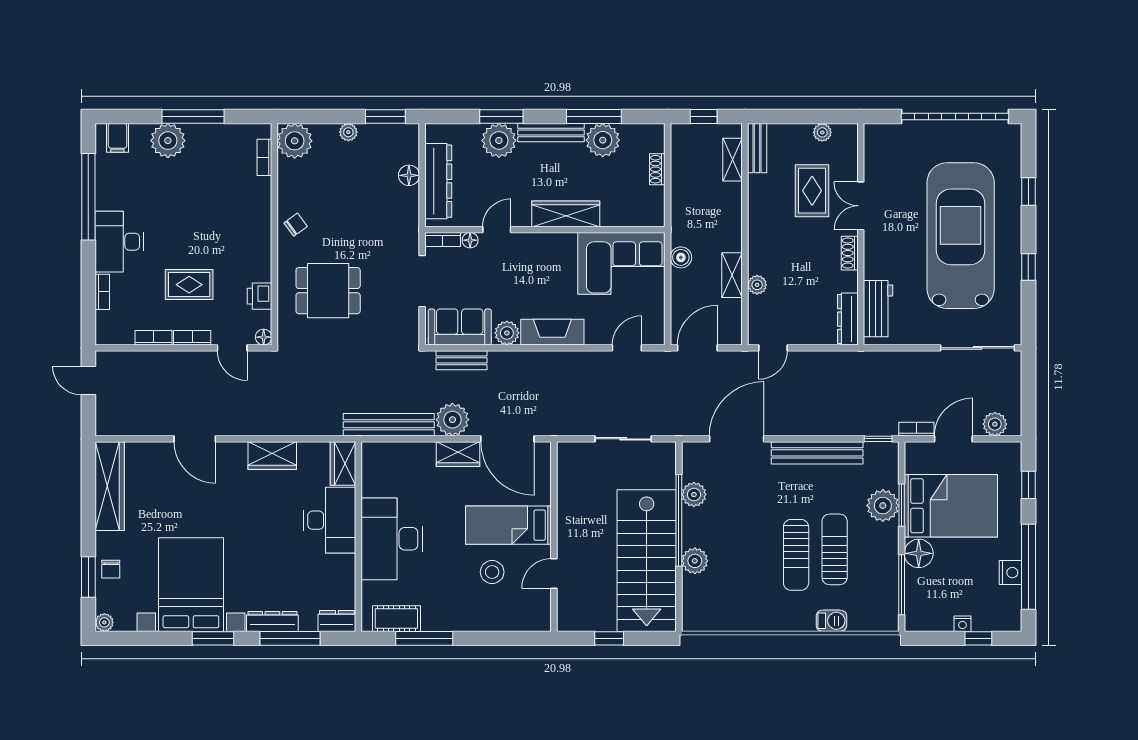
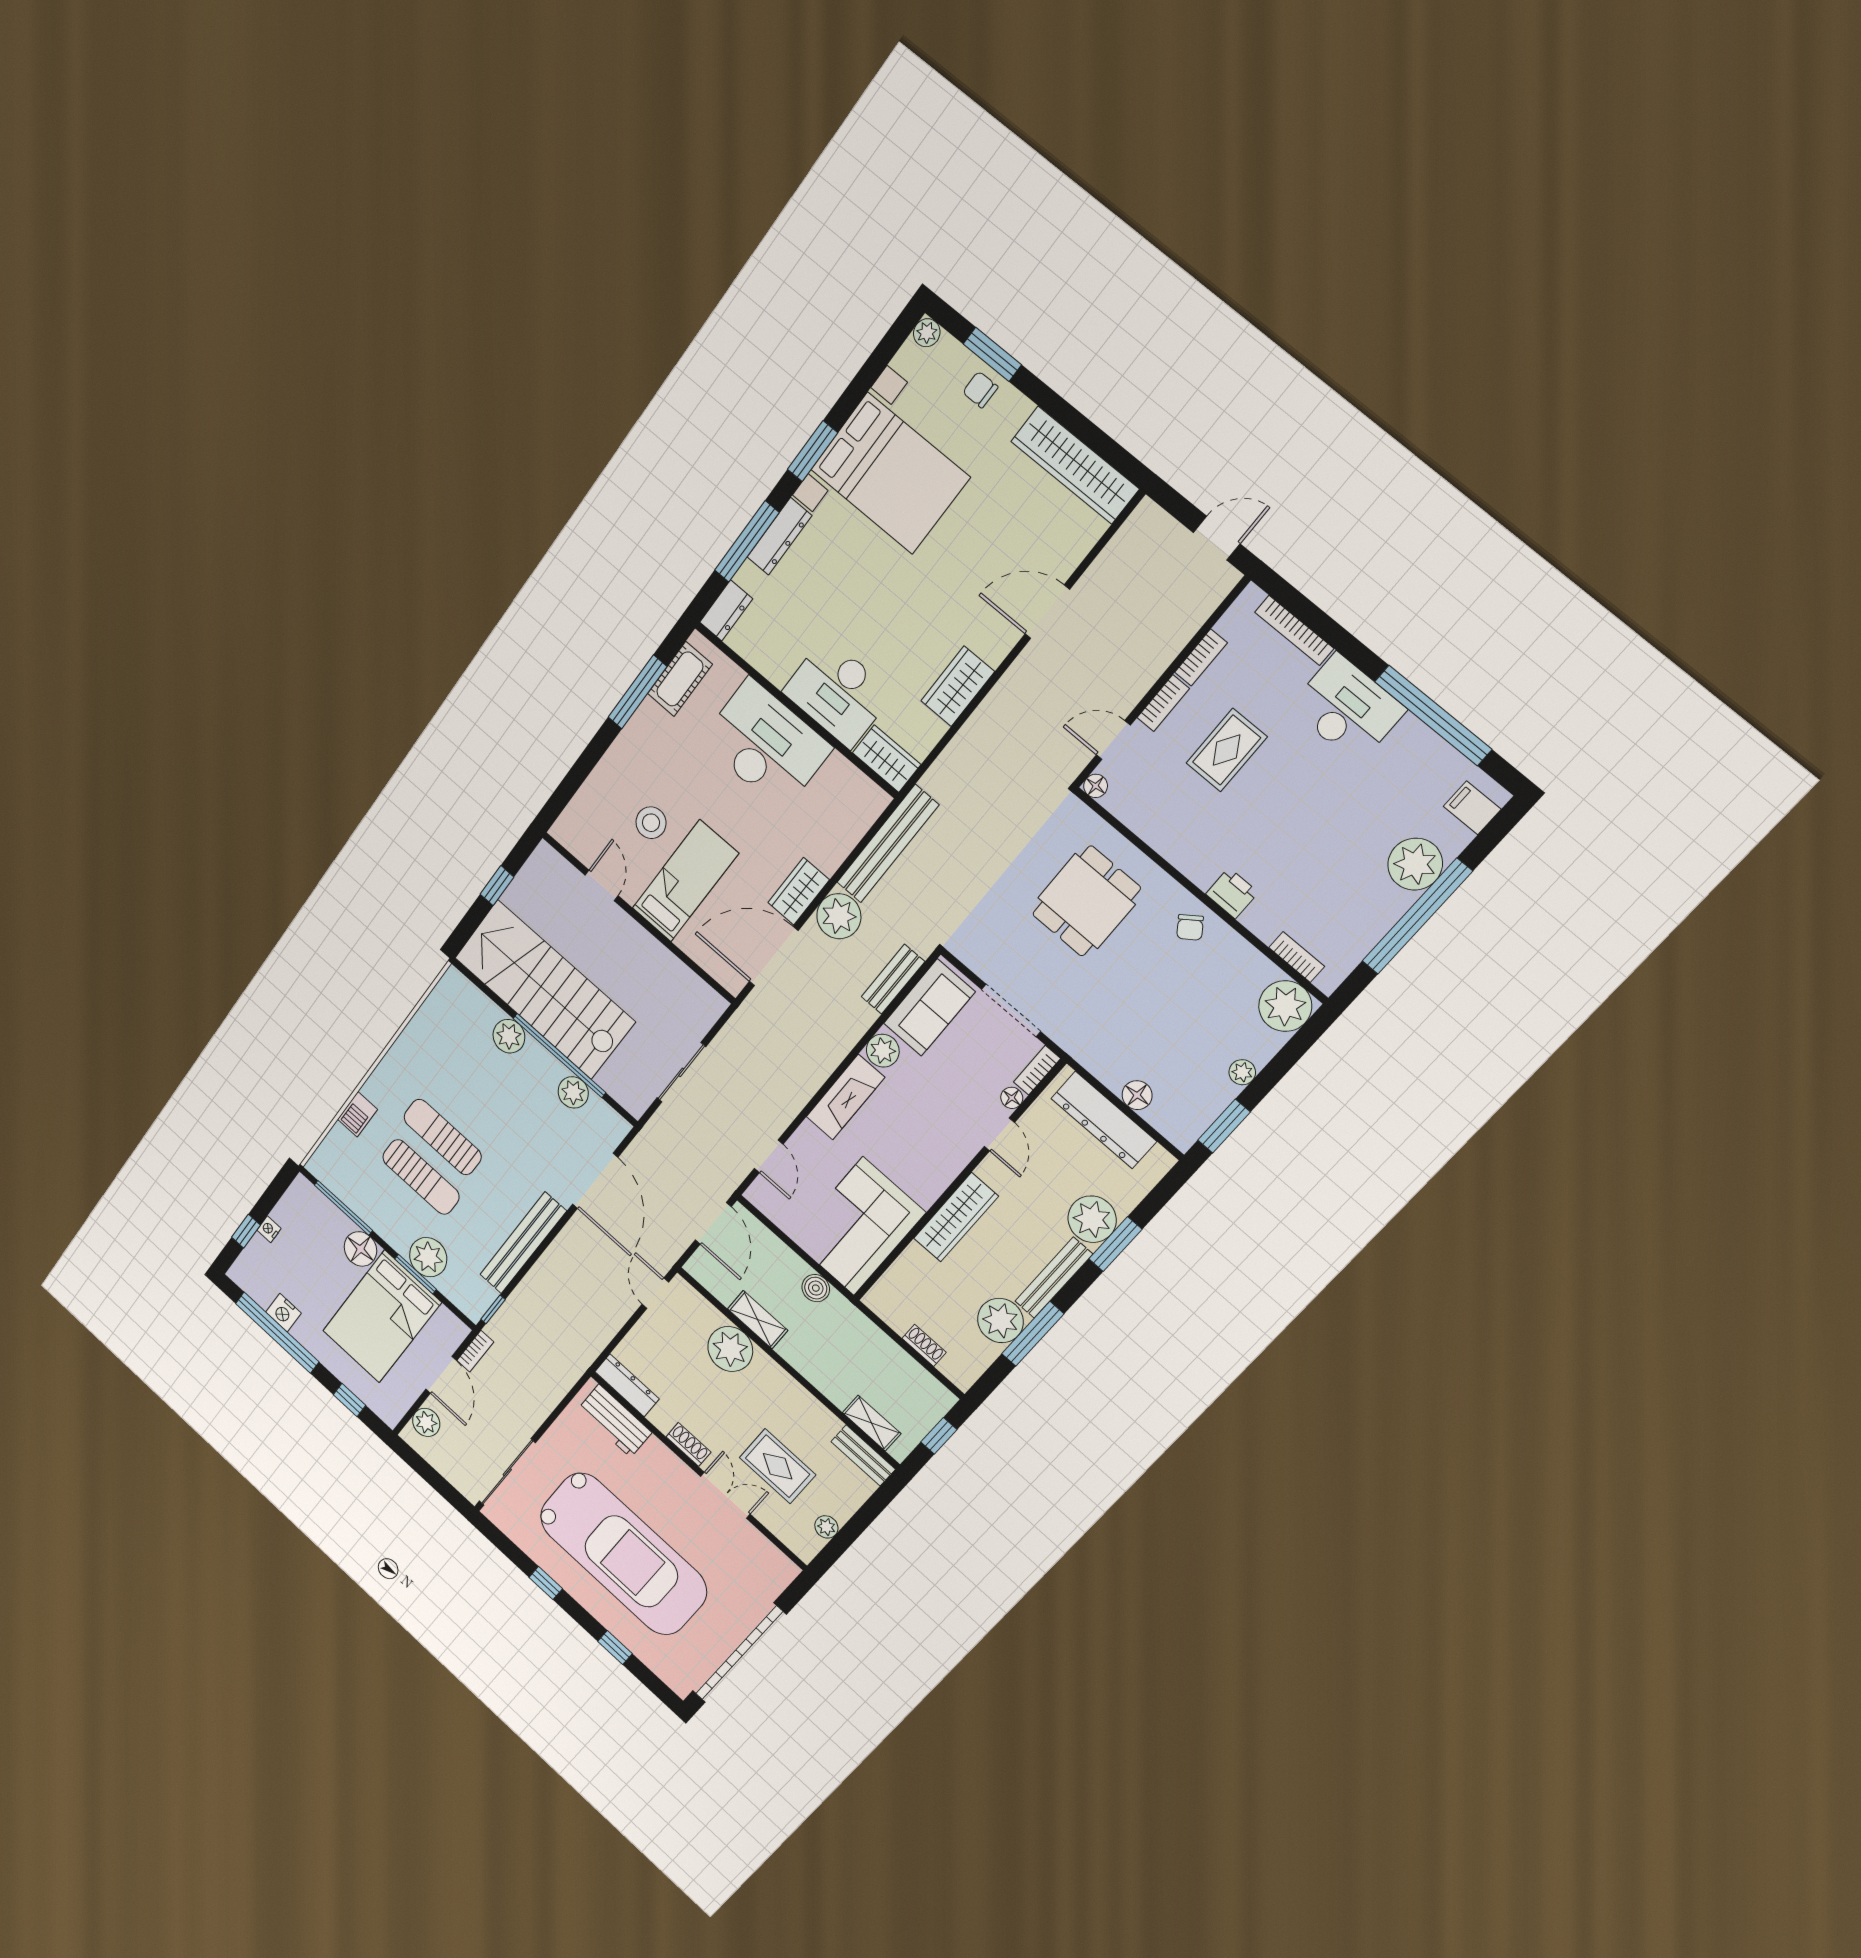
window: (193, 116) -> (1417, 916), width x1.46
plant: (757, 285) -> (730, 1349), width x1.88, depth x1.88
bookcase: (102, 292) -> (1294, 630), width x1.56
printer: (260, 296) -> (1232, 893), moved

